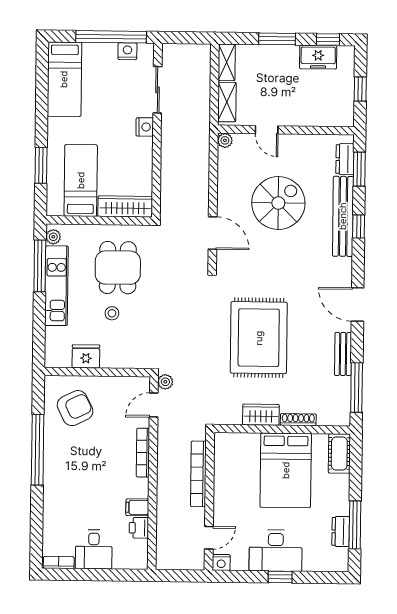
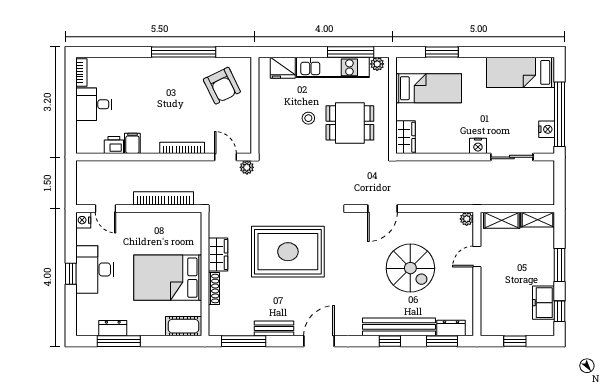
wardrobe: (125, 207) -> (405, 137), width x0.67
fridge: (86, 356) -> (283, 68), moved, turned 90

